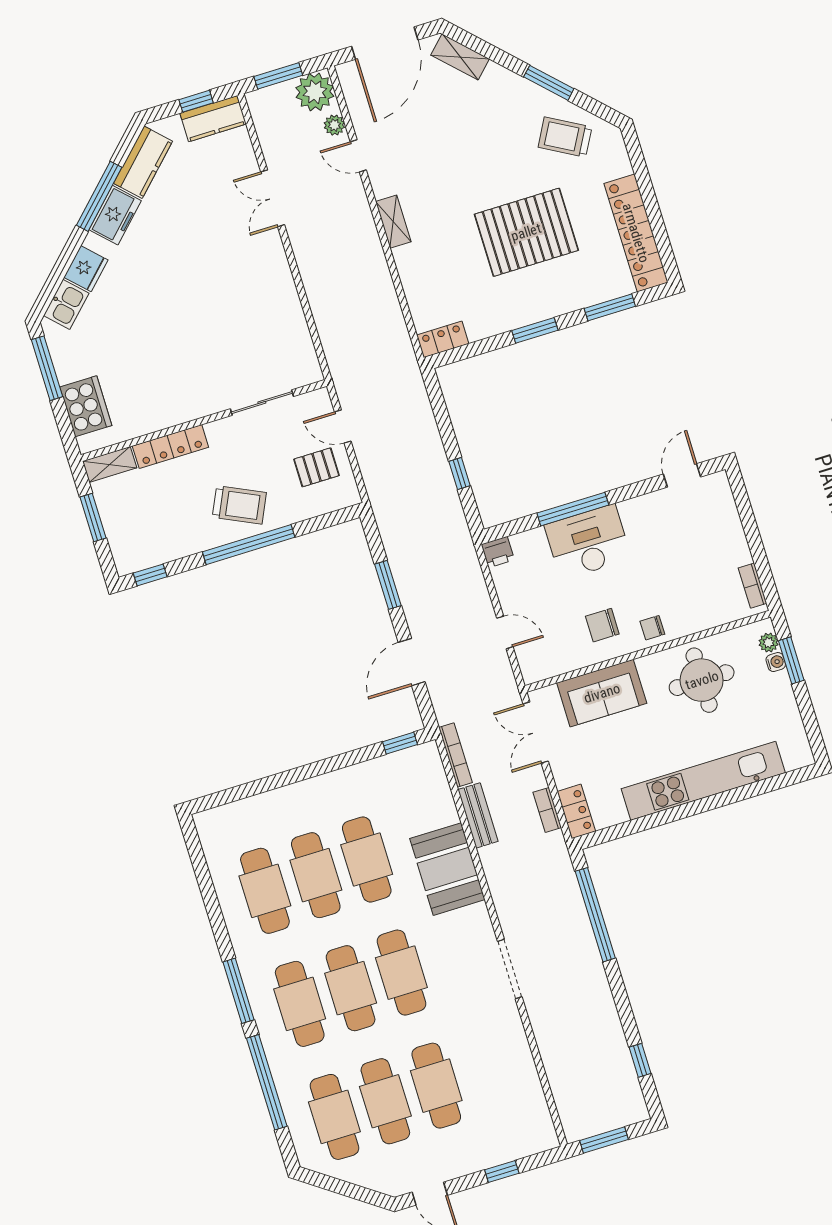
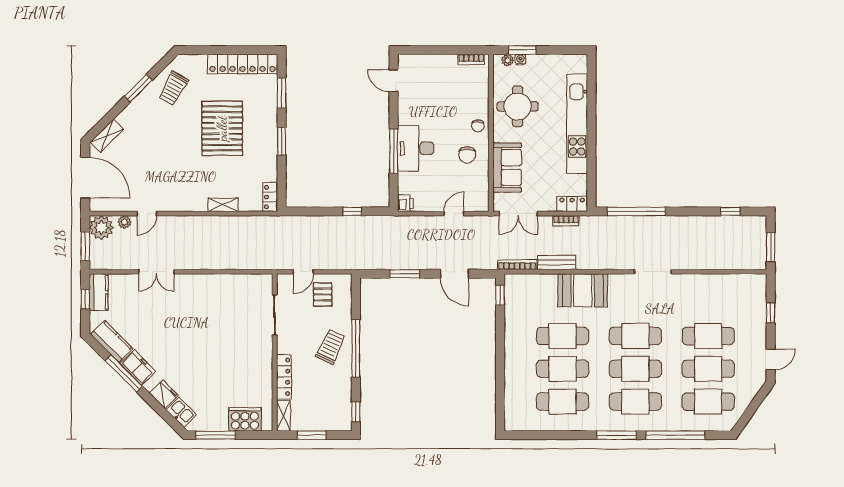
shelving: (393, 222) -> (223, 205), moved

